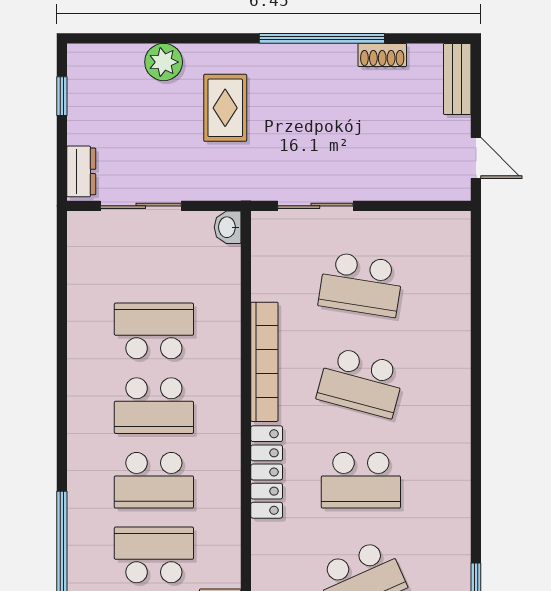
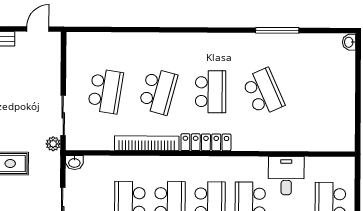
plant: (262, 187) -> (53, 144), added

